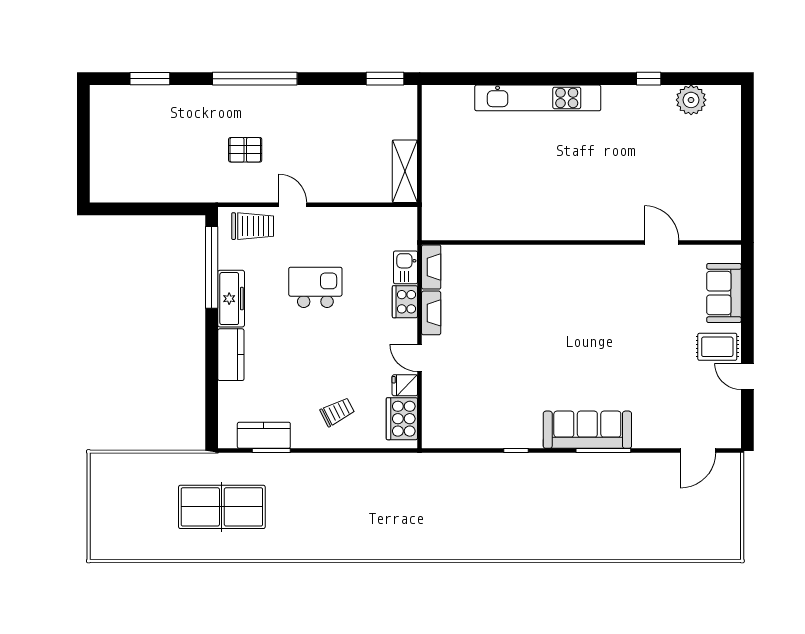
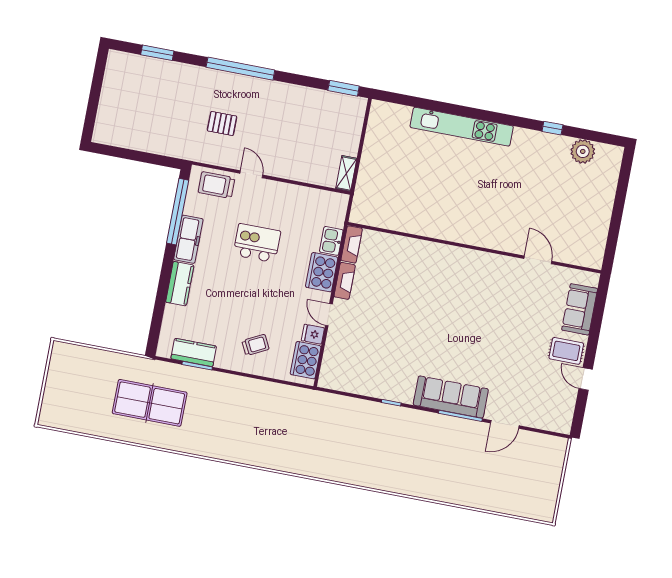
shelving: (405, 171) -> (346, 173), width x0.67, depth x0.75
trolley: (253, 226) -> (216, 185), turned 180
cooker: (405, 302) -> (322, 272), width x1.37, depth x1.31
door: (698, 451) -> (505, 424), moved

